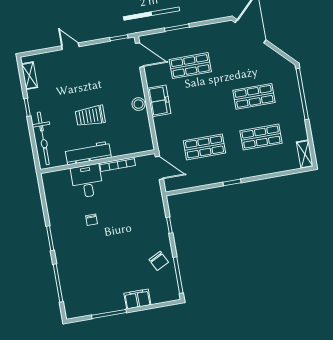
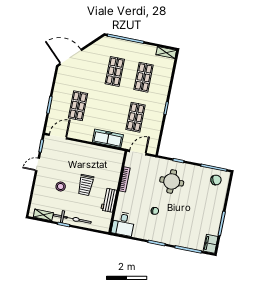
door: (70, 46) -> (37, 164), moved
freezer: (159, 101) -> (108, 138), moved, width x1.40
stool: (139, 104) -> (61, 187), moved
bicycle: (43, 138) -> (72, 219), moved
workbench: (88, 153) -> (109, 200), width x0.73
desk: (87, 181) -> (123, 224), moved, turned -90
round table: (139, 227) -> (172, 181), added
chair: (159, 261) -> (216, 180), moved
filing cabinet: (137, 299) -> (211, 244), moved

